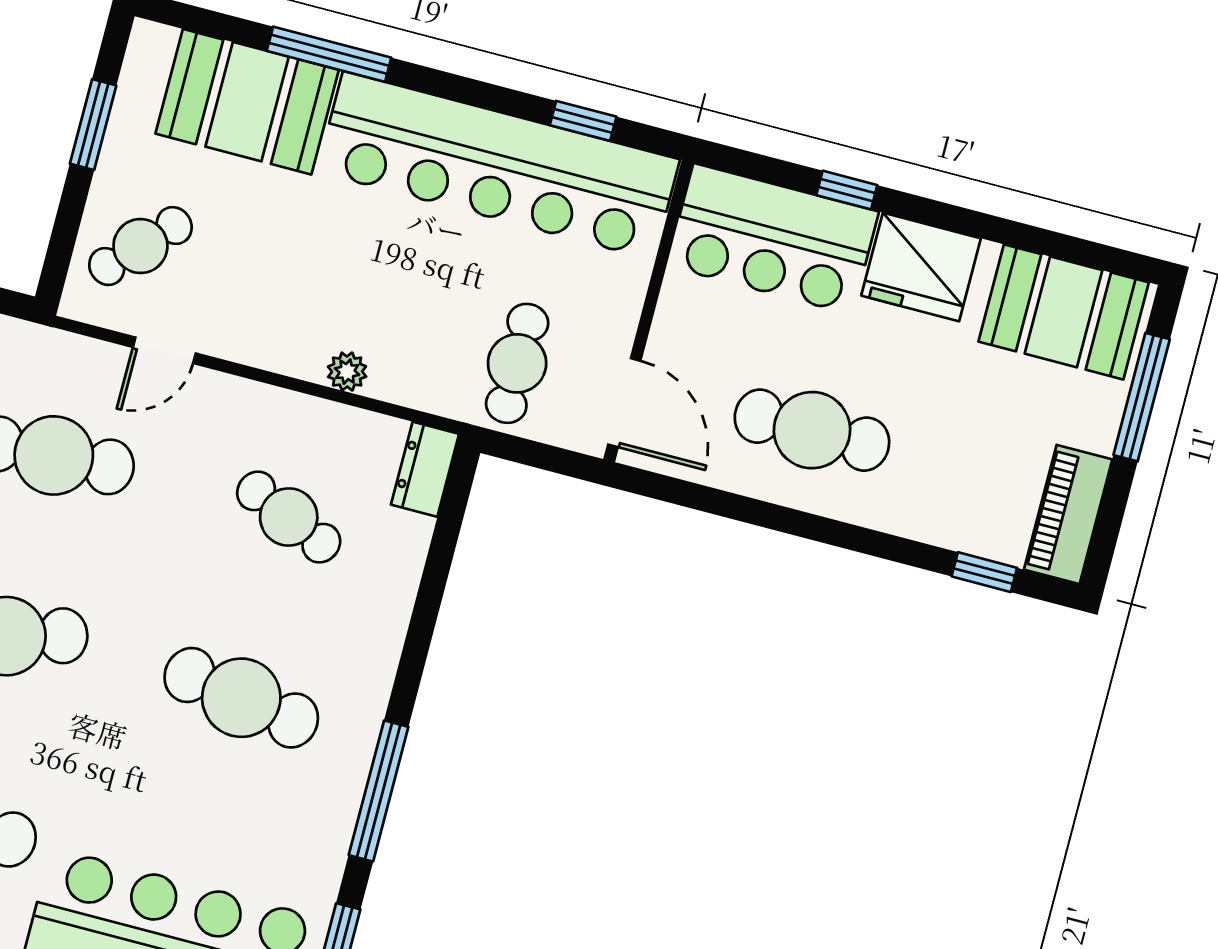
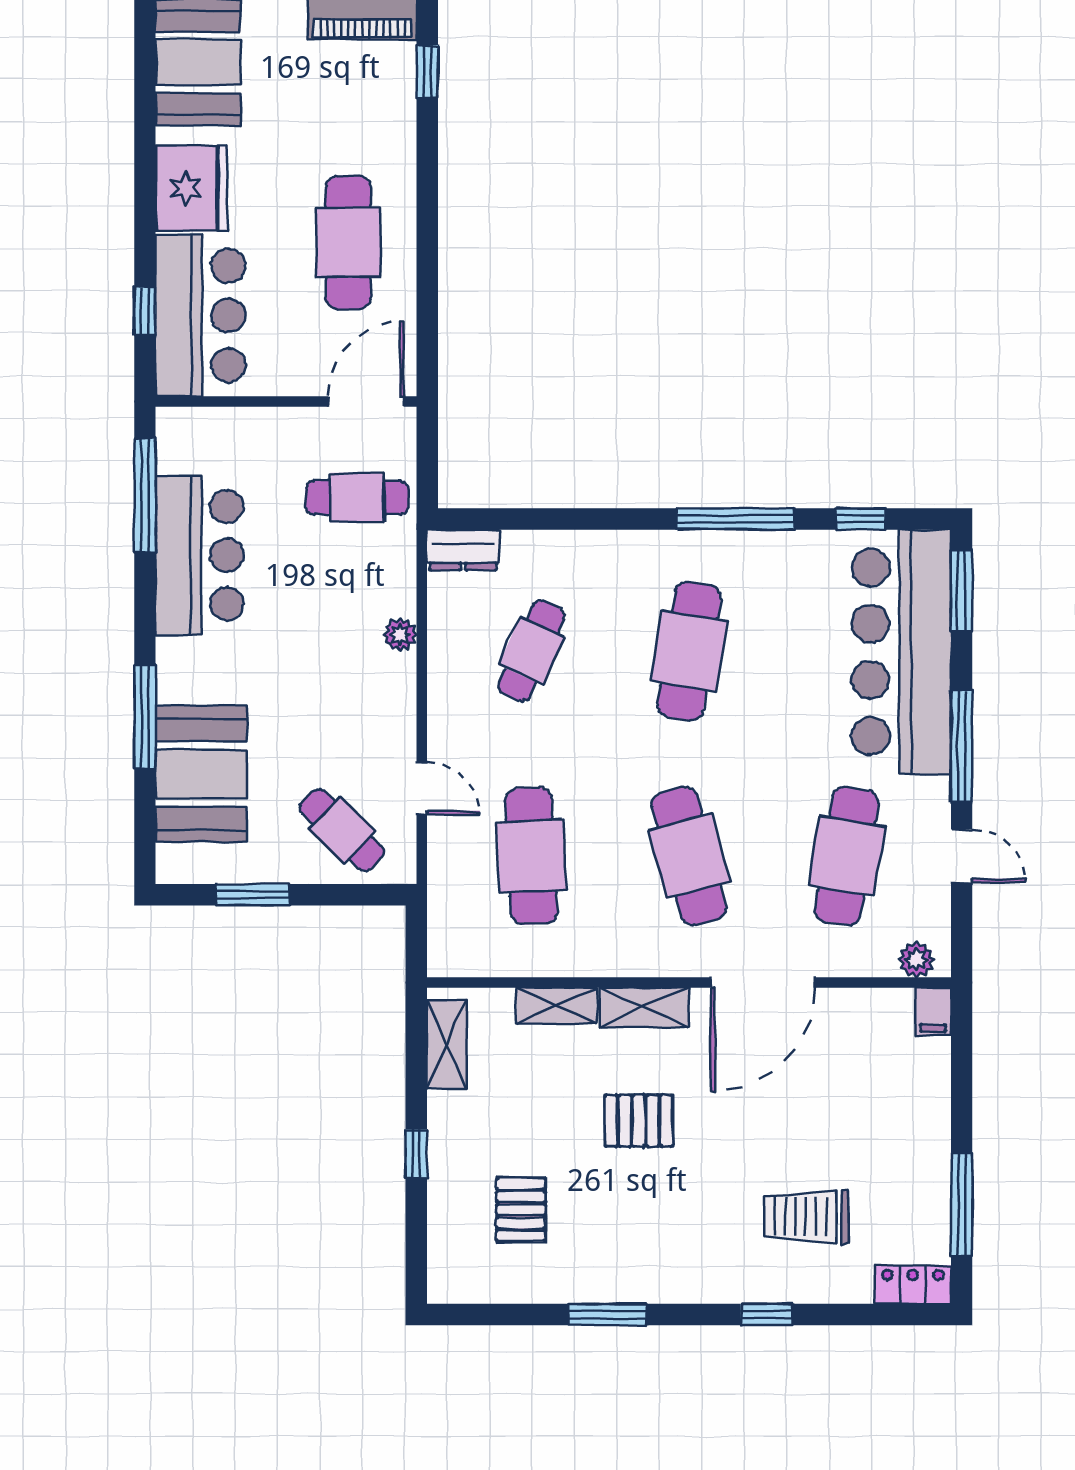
window: (583, 121) -> (145, 496), width x2.17
bar counter: (498, 166) -> (199, 555), width x0.54
window: (847, 190) -> (145, 311), moved

